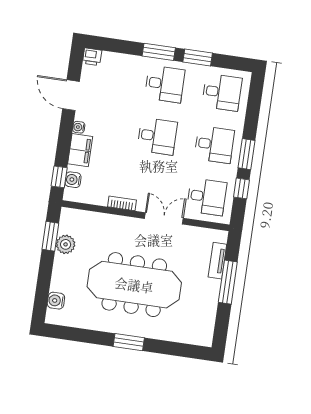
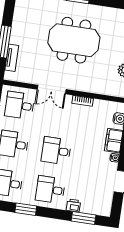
window: (159, 52) -> (83, 218), moved
printer: (92, 57) -> (73, 205), moved
meeting table: (134, 285) -> (74, 40), width x0.73

